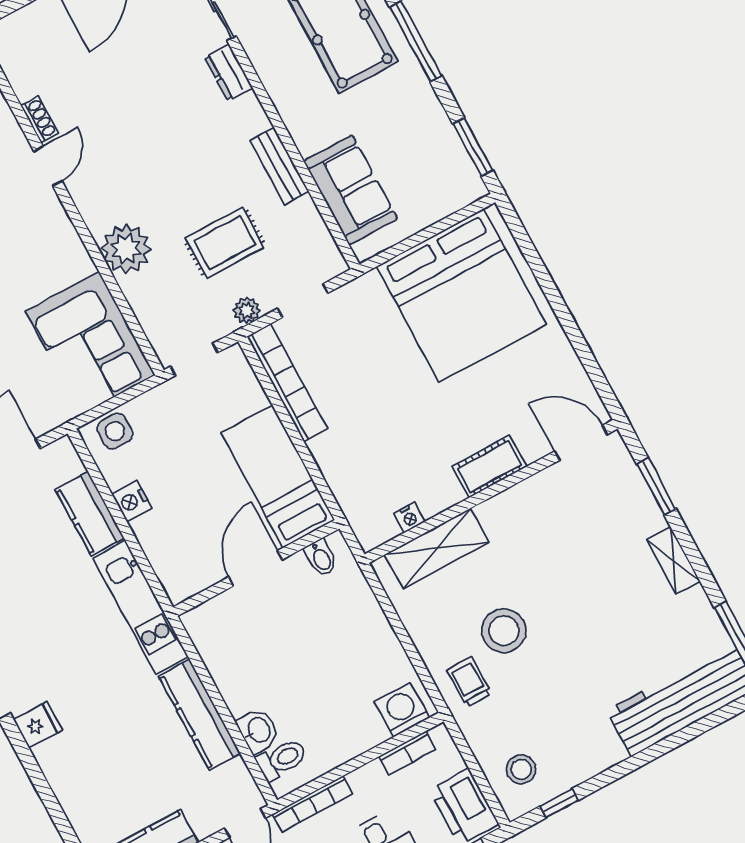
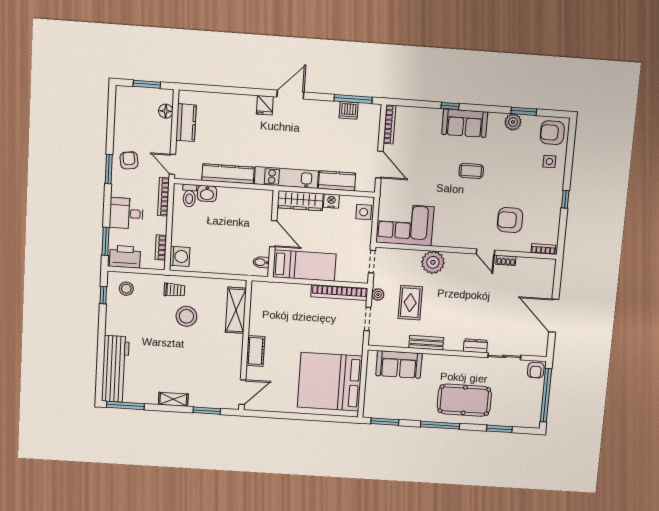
nightstand: (409, 518) -> (255, 307), removed
wardrobe: (166, 557) -> (300, 201), added

